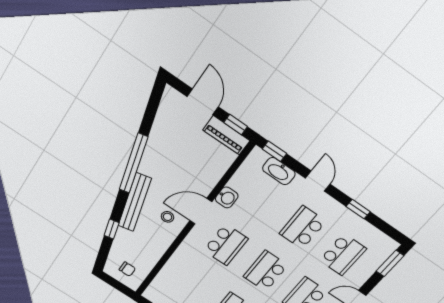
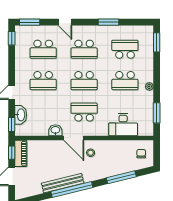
bench: (135, 202) -> (63, 183), moved
window: (358, 209) -> (12, 38), moved
window: (112, 229) -> (121, 177), width x2.17
school desk: (343, 255) -> (43, 49), turned 180
desk: (178, 274) -> (123, 125), added

